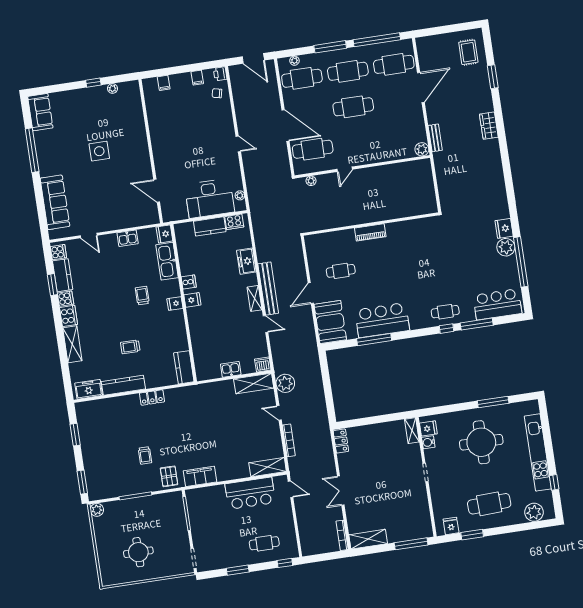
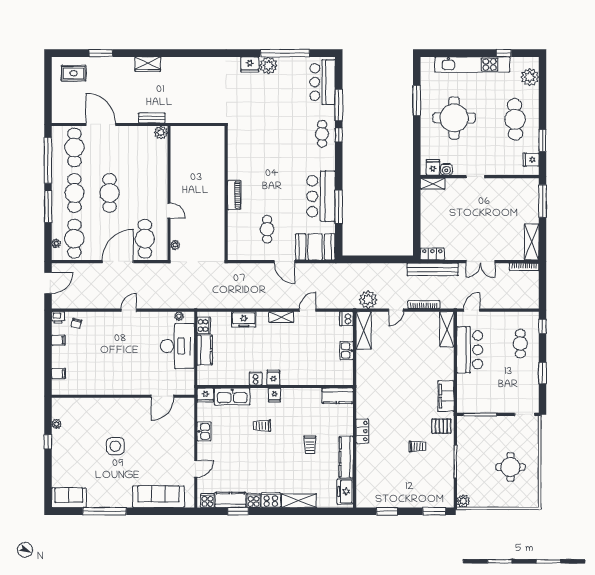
bench: (268, 289) -> (433, 269), moved

